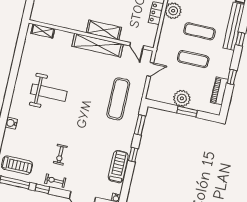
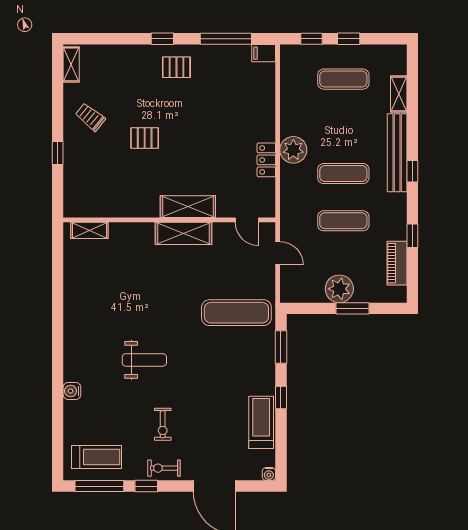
shelving: (98, 45) -> (183, 233), width x0.68
door: (150, 69) -> (278, 253), hinge flipped
weight bench: (49, 93) -> (144, 360), moved, width x0.73, depth x0.75
exercise mat: (118, 99) -> (236, 313), turned 90

